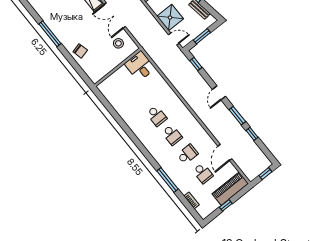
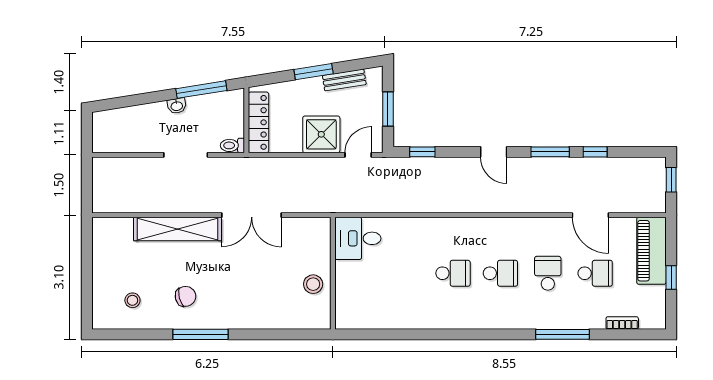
stool: (118, 43) -> (313, 284), moved
chair: (80, 51) -> (185, 296), moved

